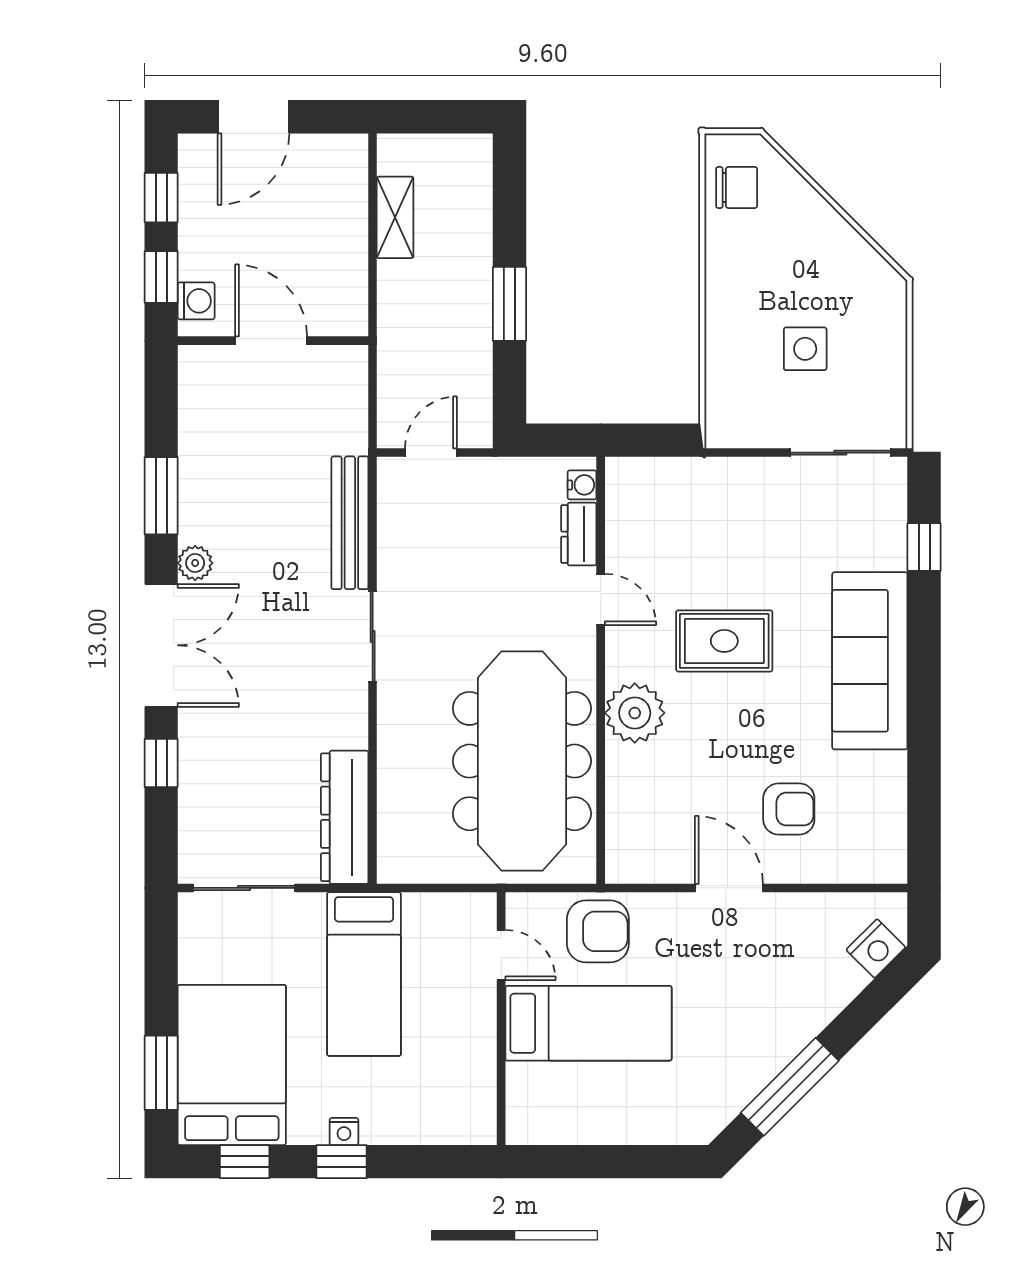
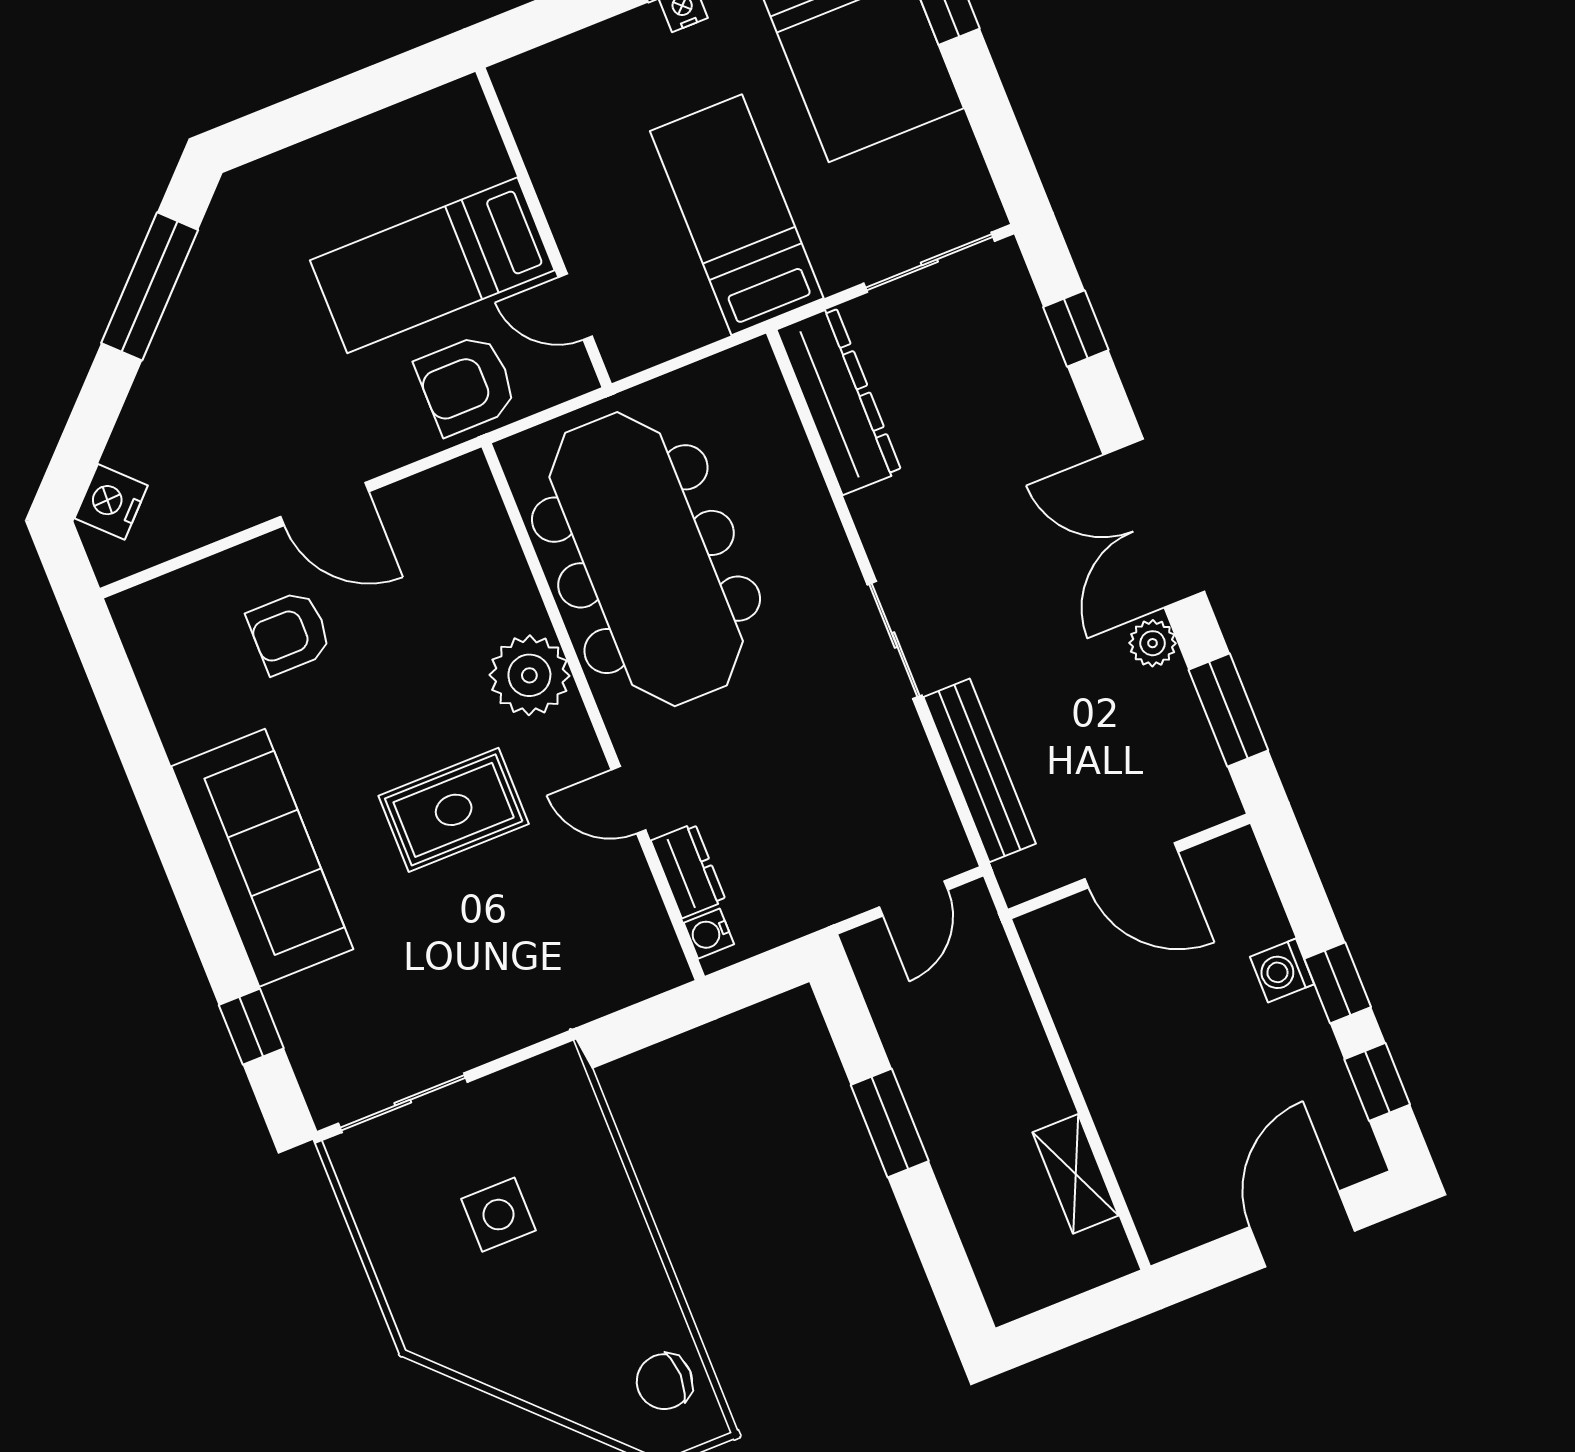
door: (271, 341) -> (1131, 865), moved
wall: (273, 341) -> (1129, 866), moved
window: (161, 763) -> (1076, 328), moved

